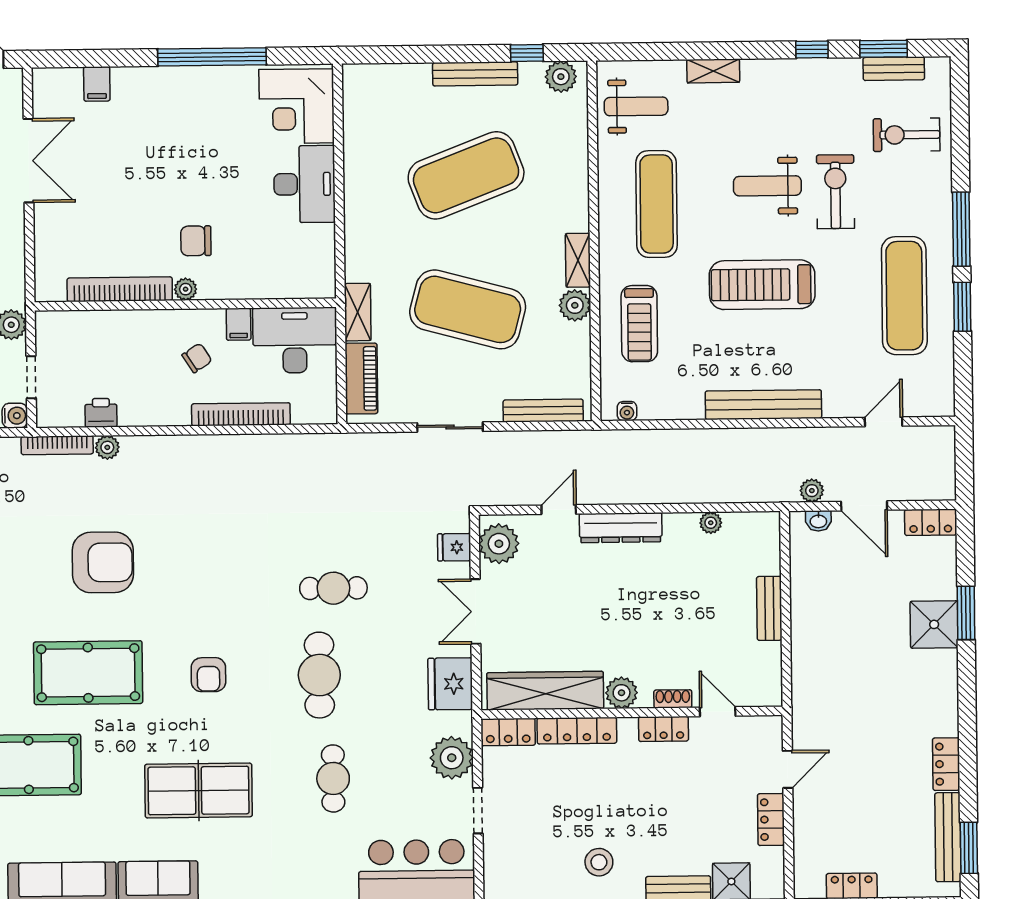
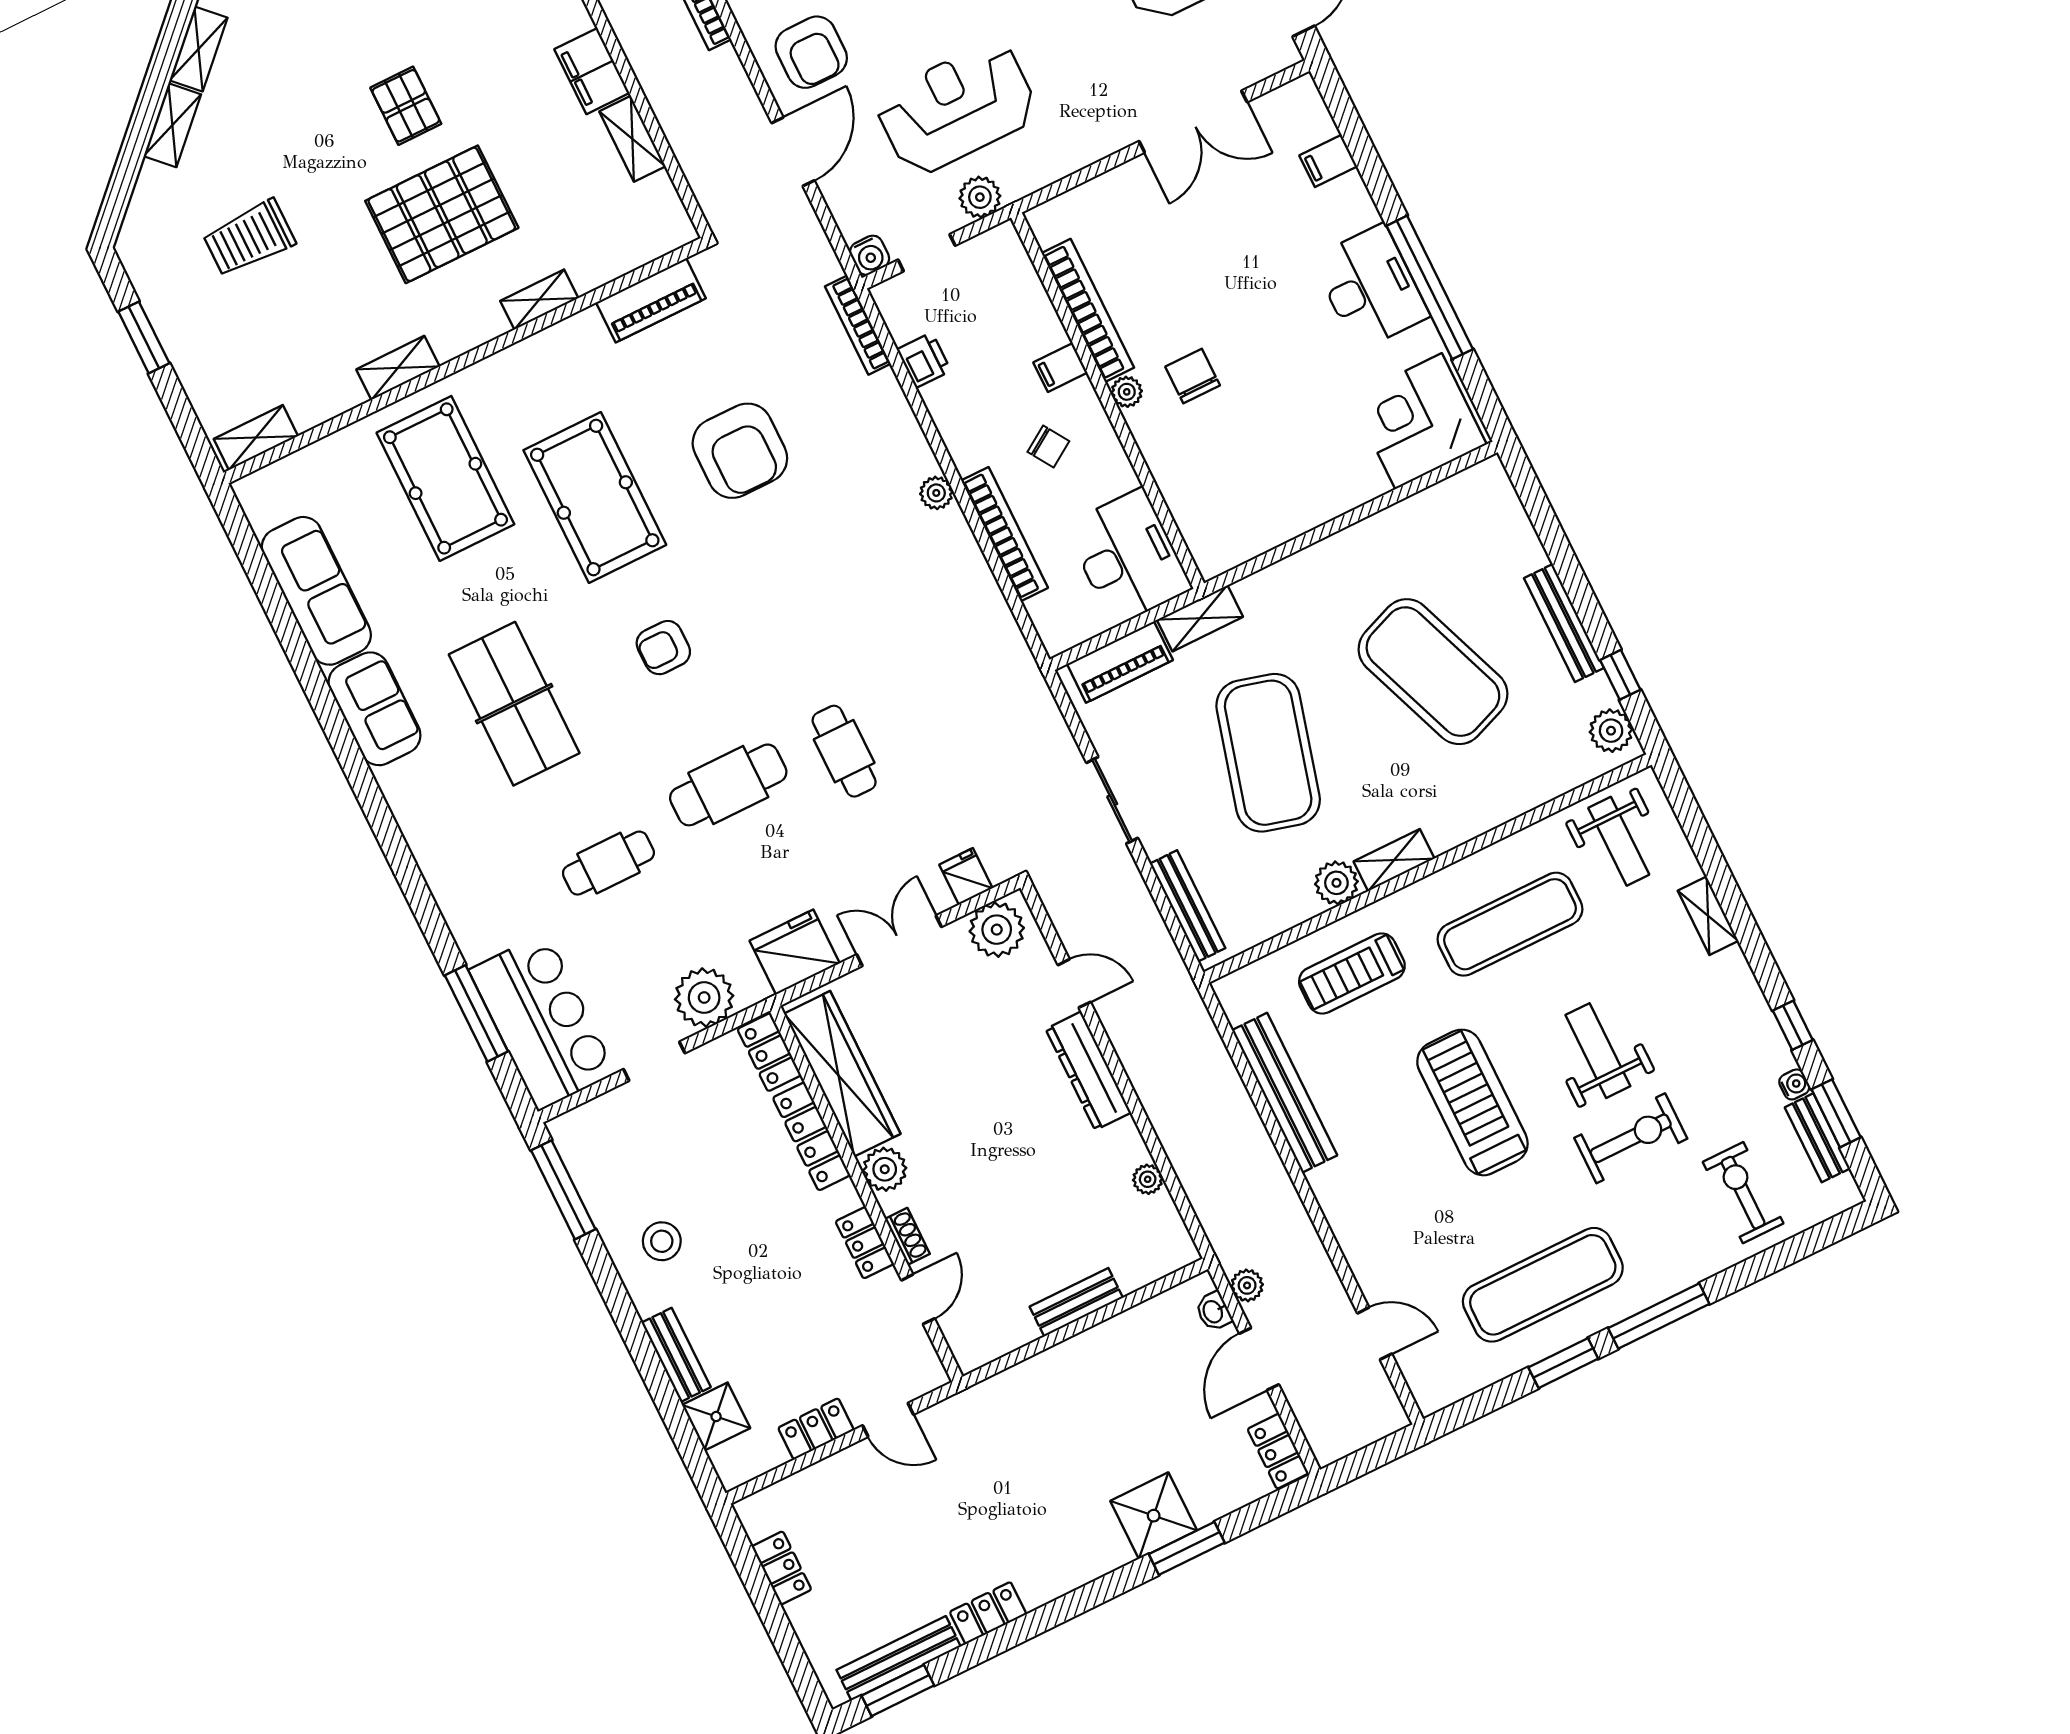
desk: (304, 184) -> (1370, 287), moved, turned -90
filing cabinet: (239, 324) -> (1060, 367), moved
bench: (763, 405) -> (1285, 1093), moved
water cooler: (627, 411) -> (1794, 1084), moved, turned 180
plant: (107, 447) -> (936, 493), moved

